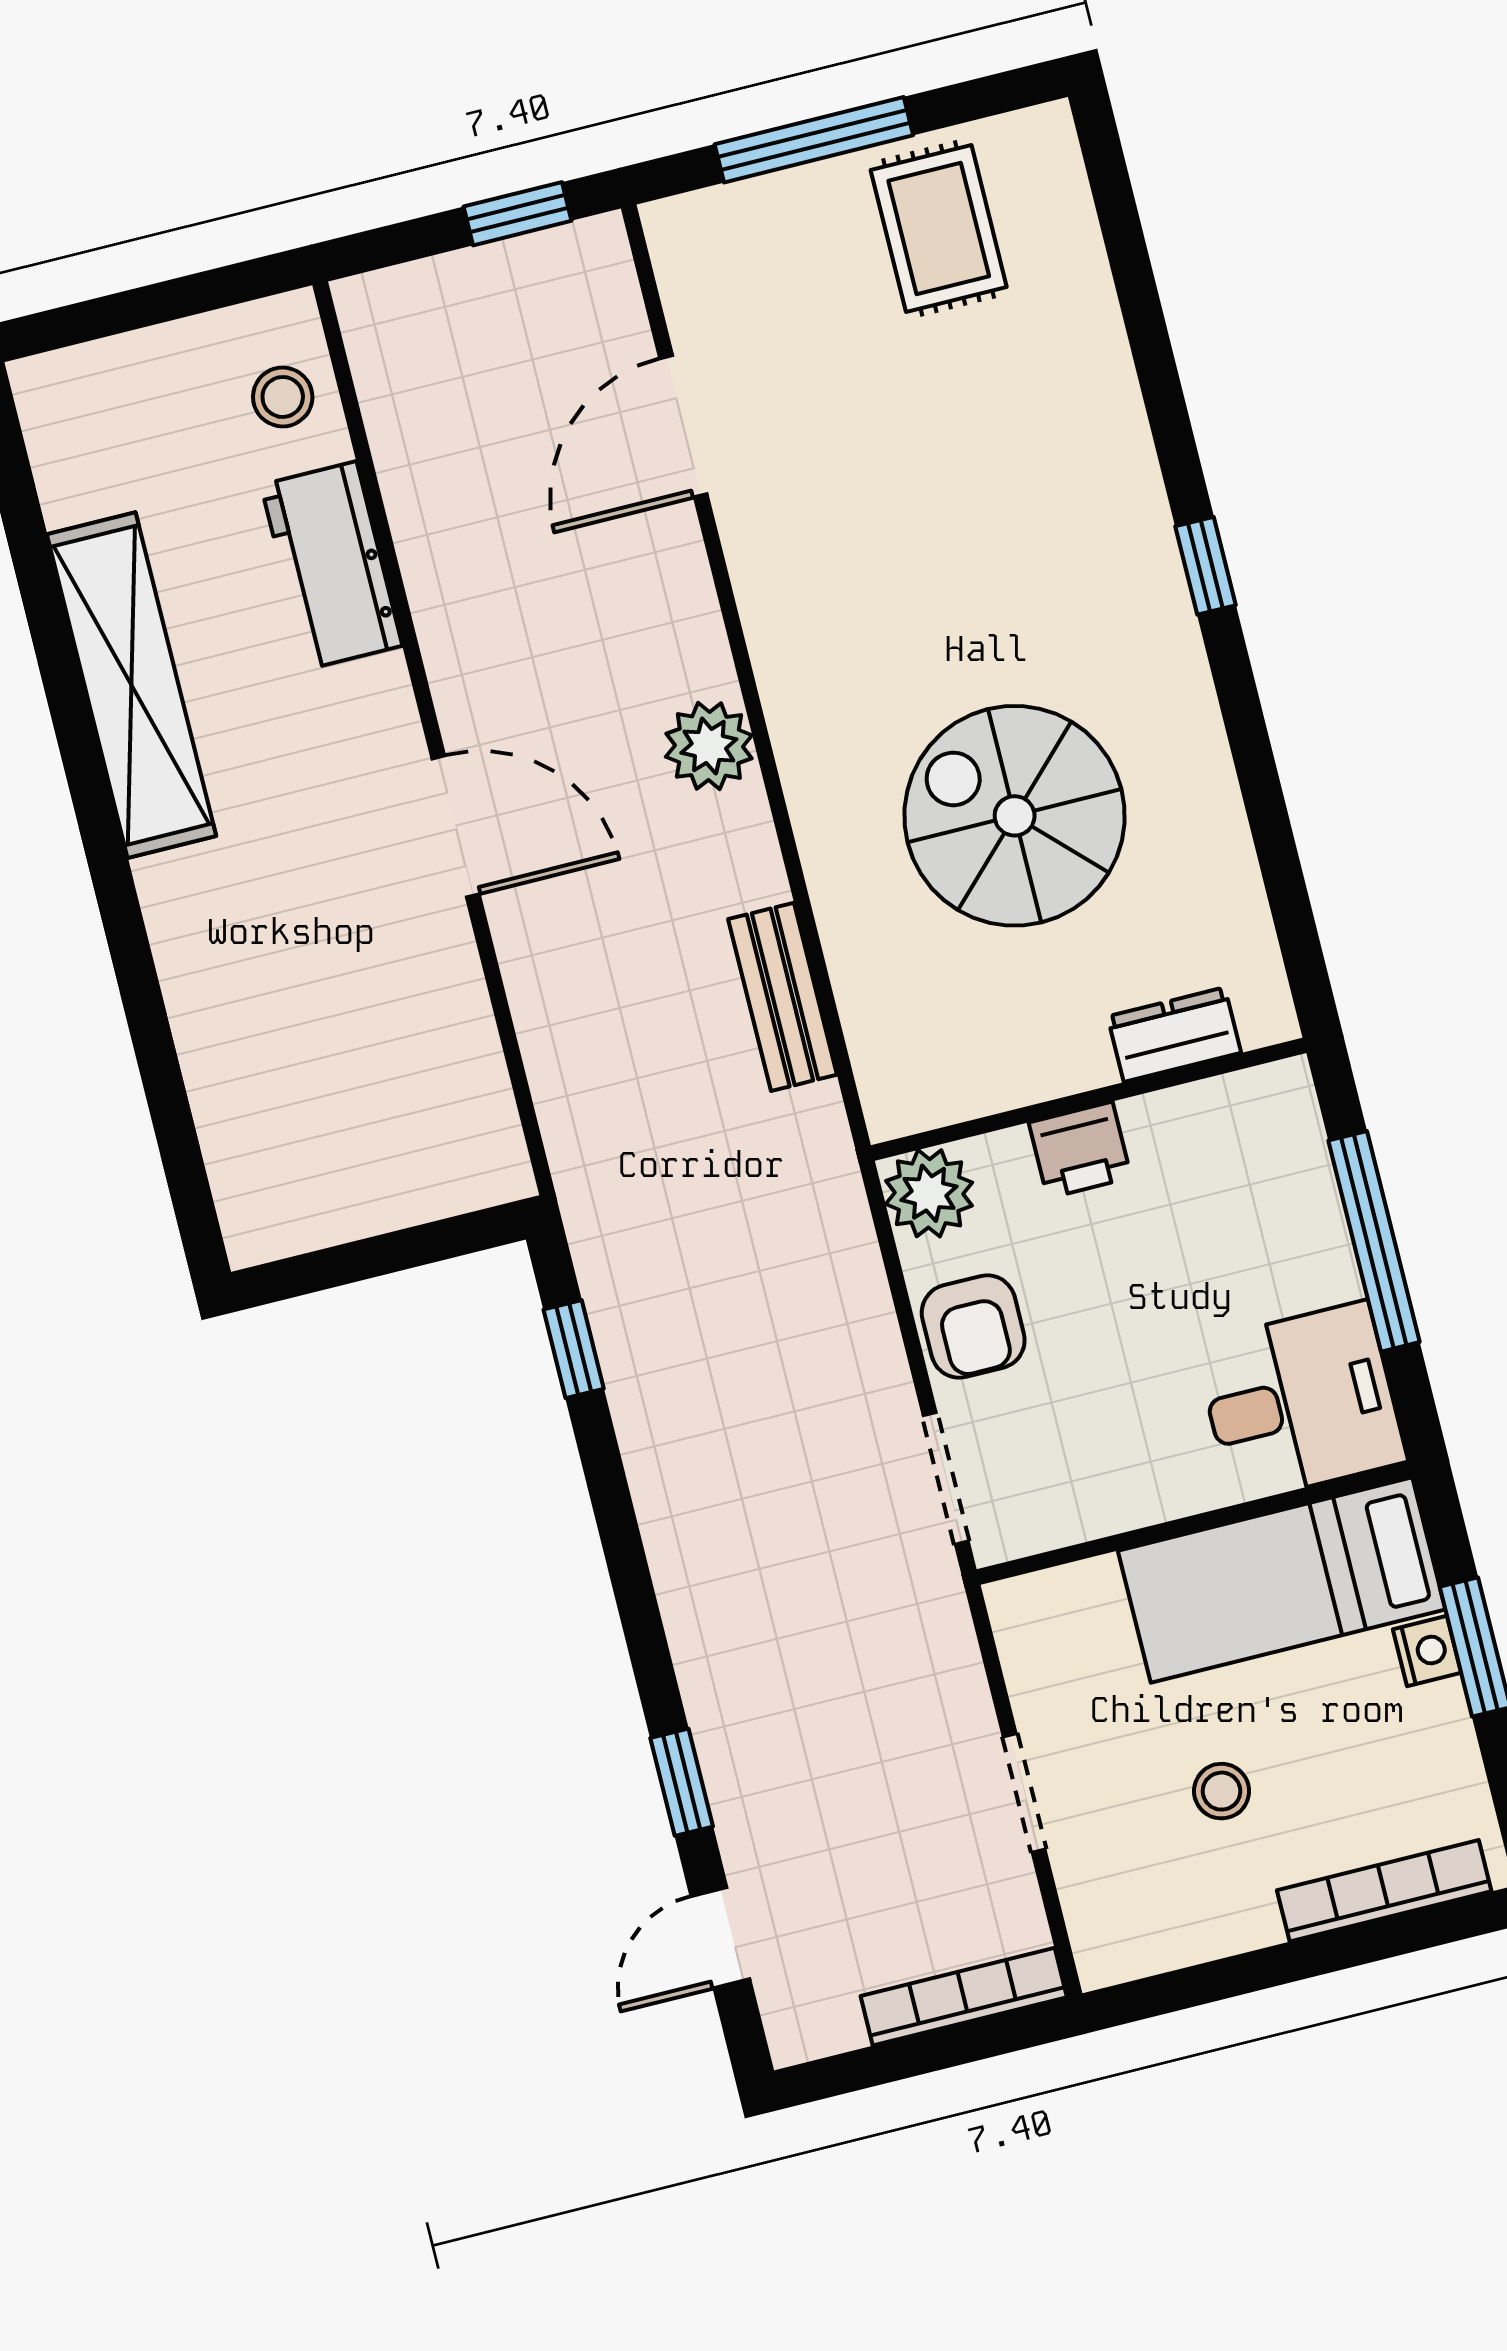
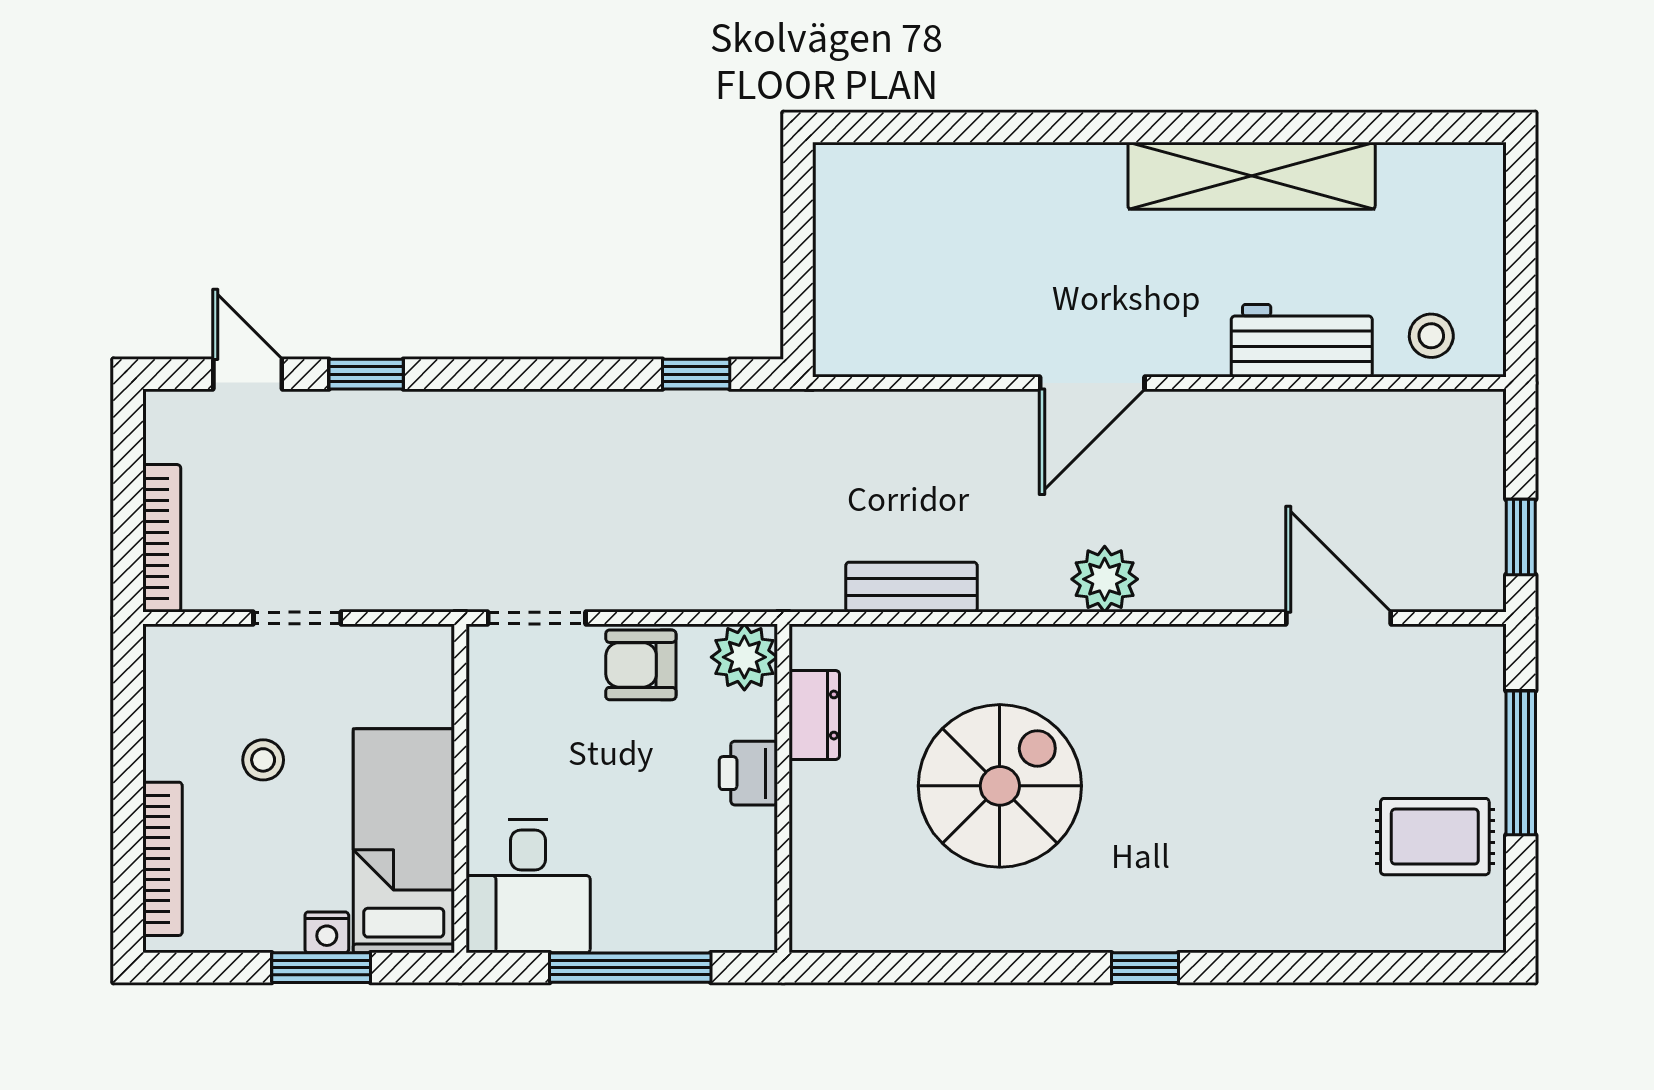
dresser: (1174, 1035) -> (814, 715), moved

